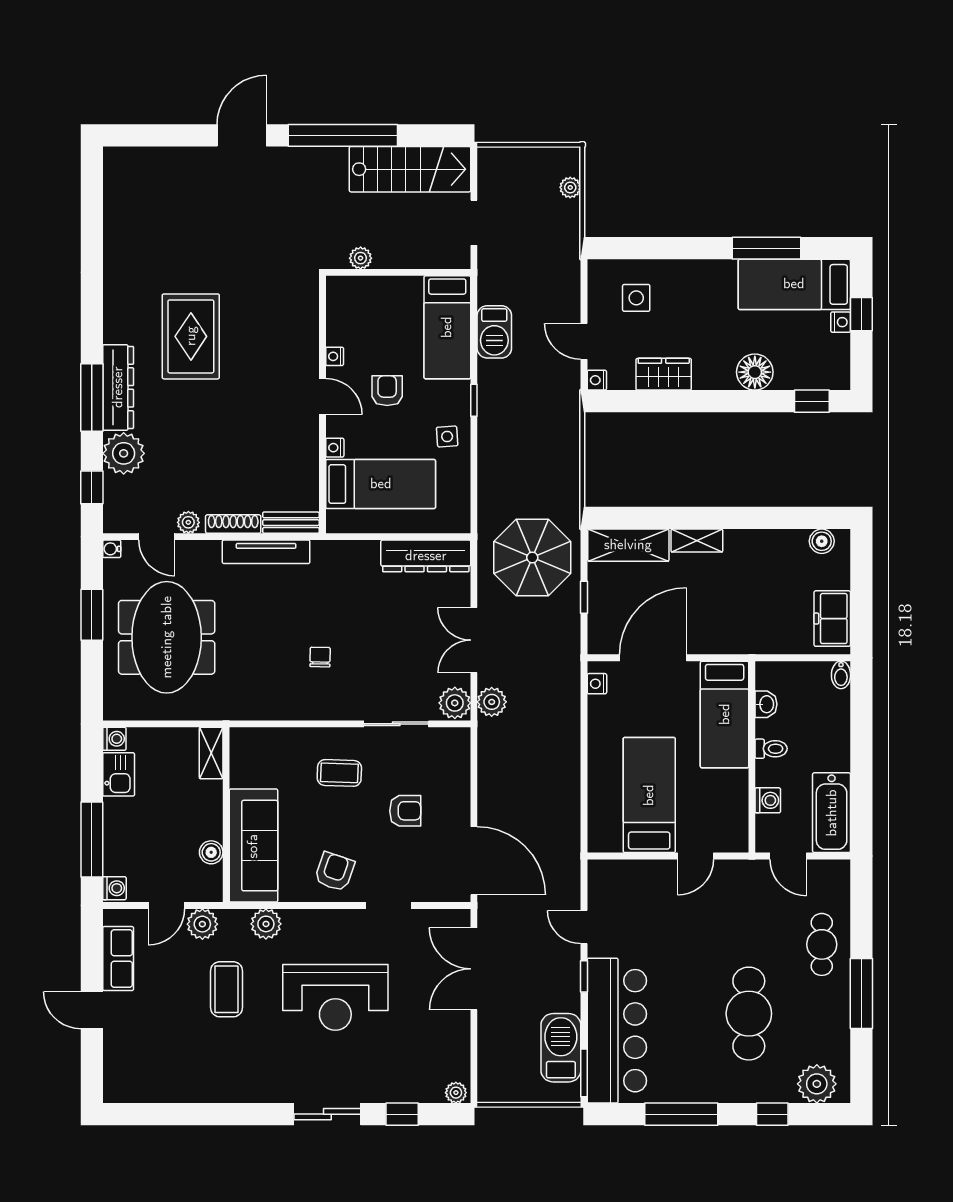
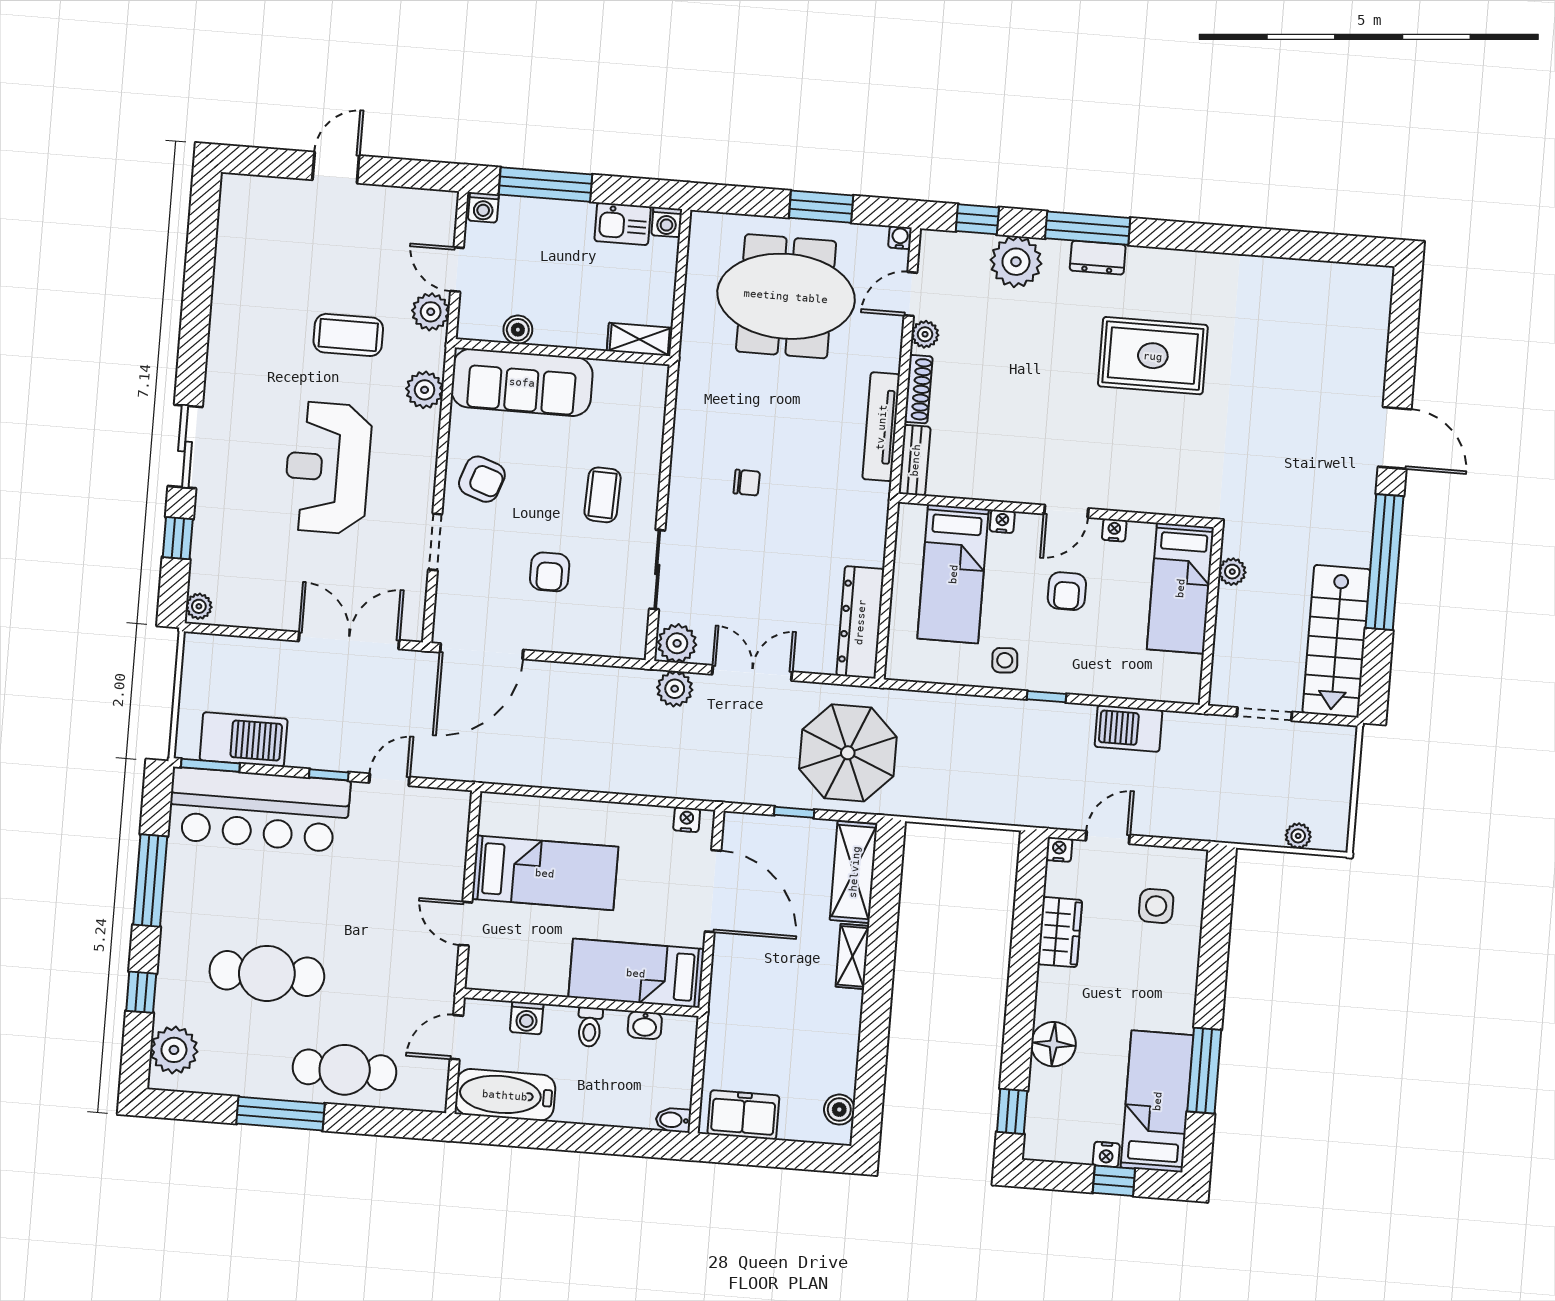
bed: (447, 327) -> (1180, 588), moved, turned -90
dresser: (118, 387) -> (1098, 258), width x0.51, depth x0.80
armchair: (387, 391) -> (1067, 591), turned 90
cafe table: (822, 944) -> (345, 1070), width x1.37, depth x1.35
row of seats: (118, 959) -> (397, 205), removed

